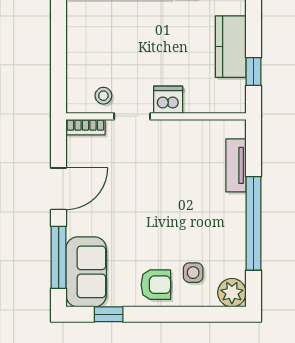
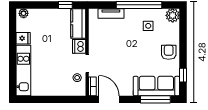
kitchen counter: (231, 47) -> (78, 23), moved, turned 90
door: (59, 189) -> (109, 99), moved
sofa: (86, 272) -> (156, 86), width x1.36
side table: (193, 273) -> (148, 26), moved

